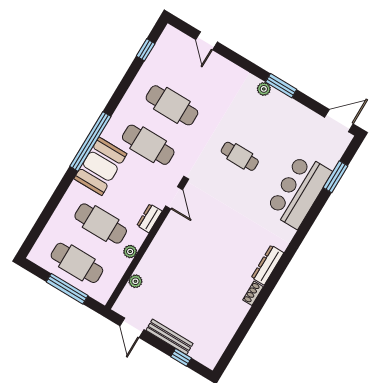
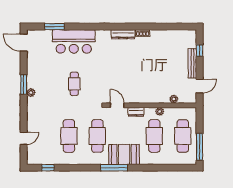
window: (90, 141) -> (114, 168), width x0.68
door: (174, 198) -> (117, 105), hinge flipped
window: (67, 289) -> (200, 147), moved

